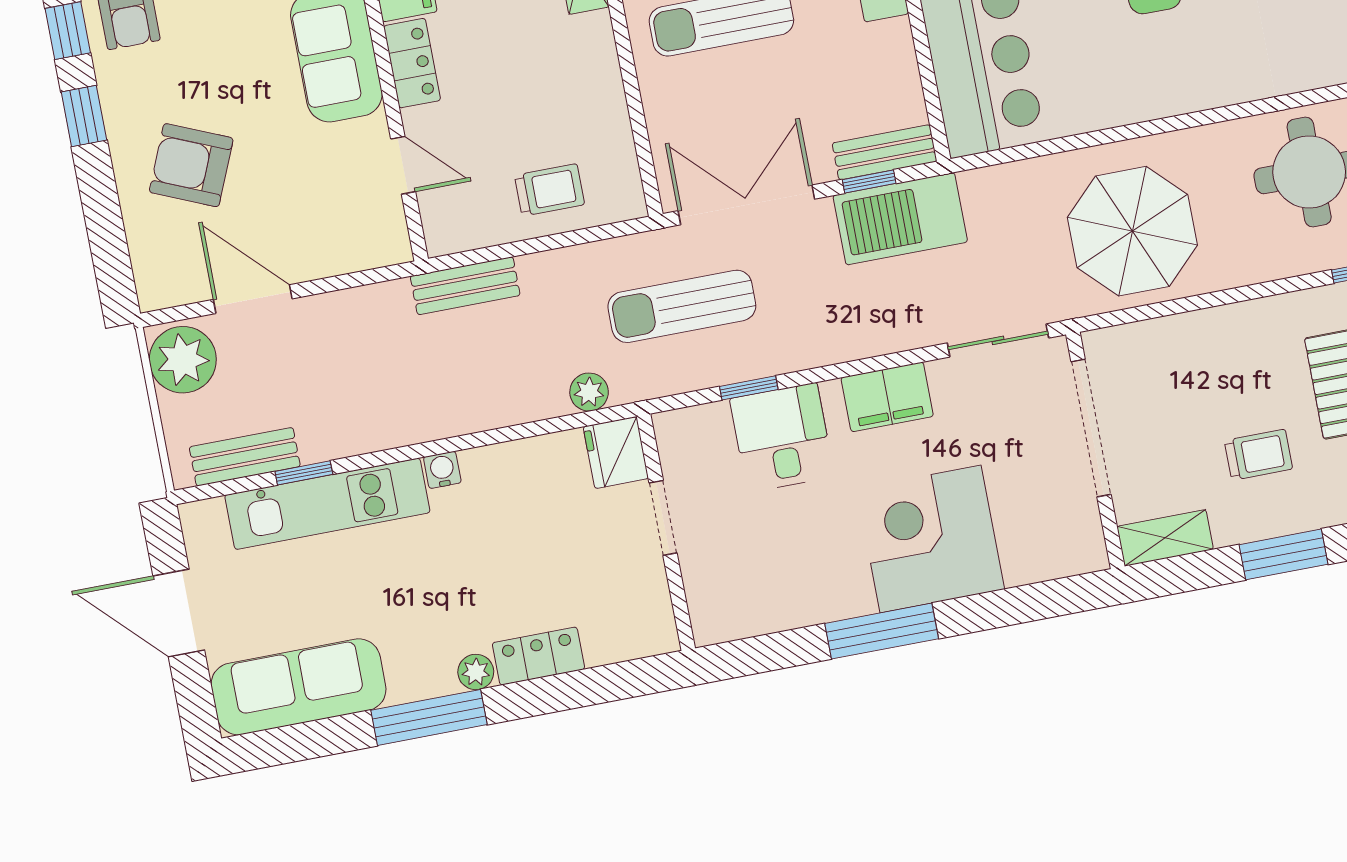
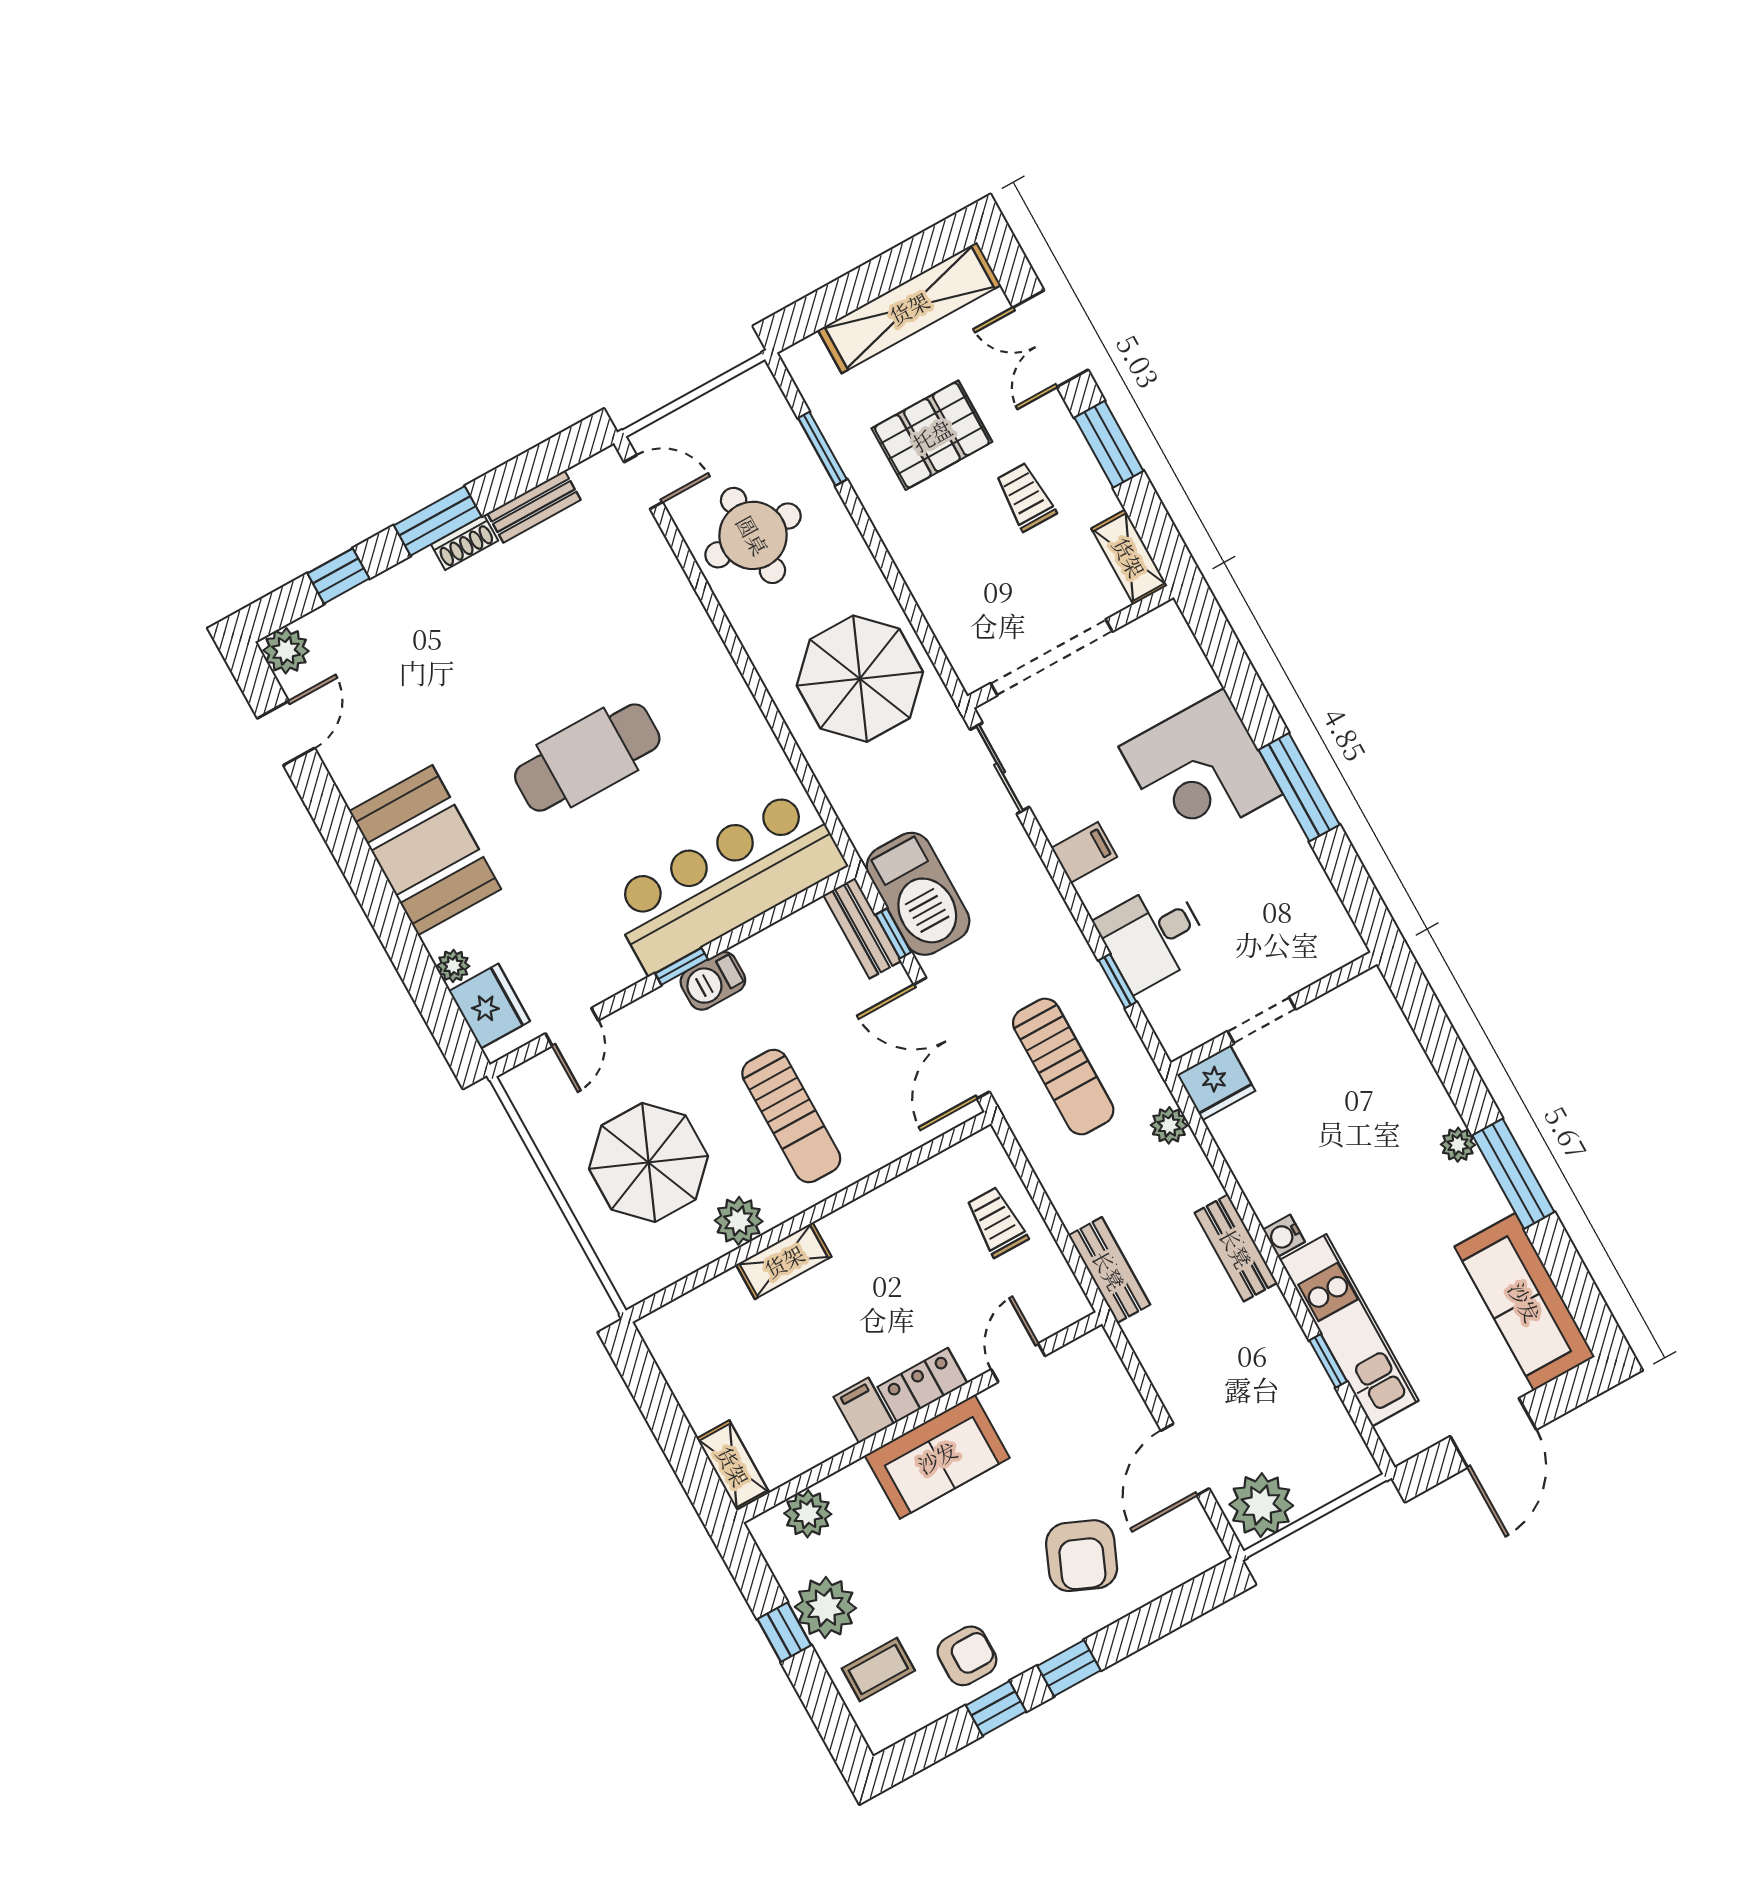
filing cabinet: (887, 397) -> (1084, 852), width x0.50
bench: (245, 457) -> (1236, 1248), moved
locker: (538, 656) -> (1425, 1092), removed

